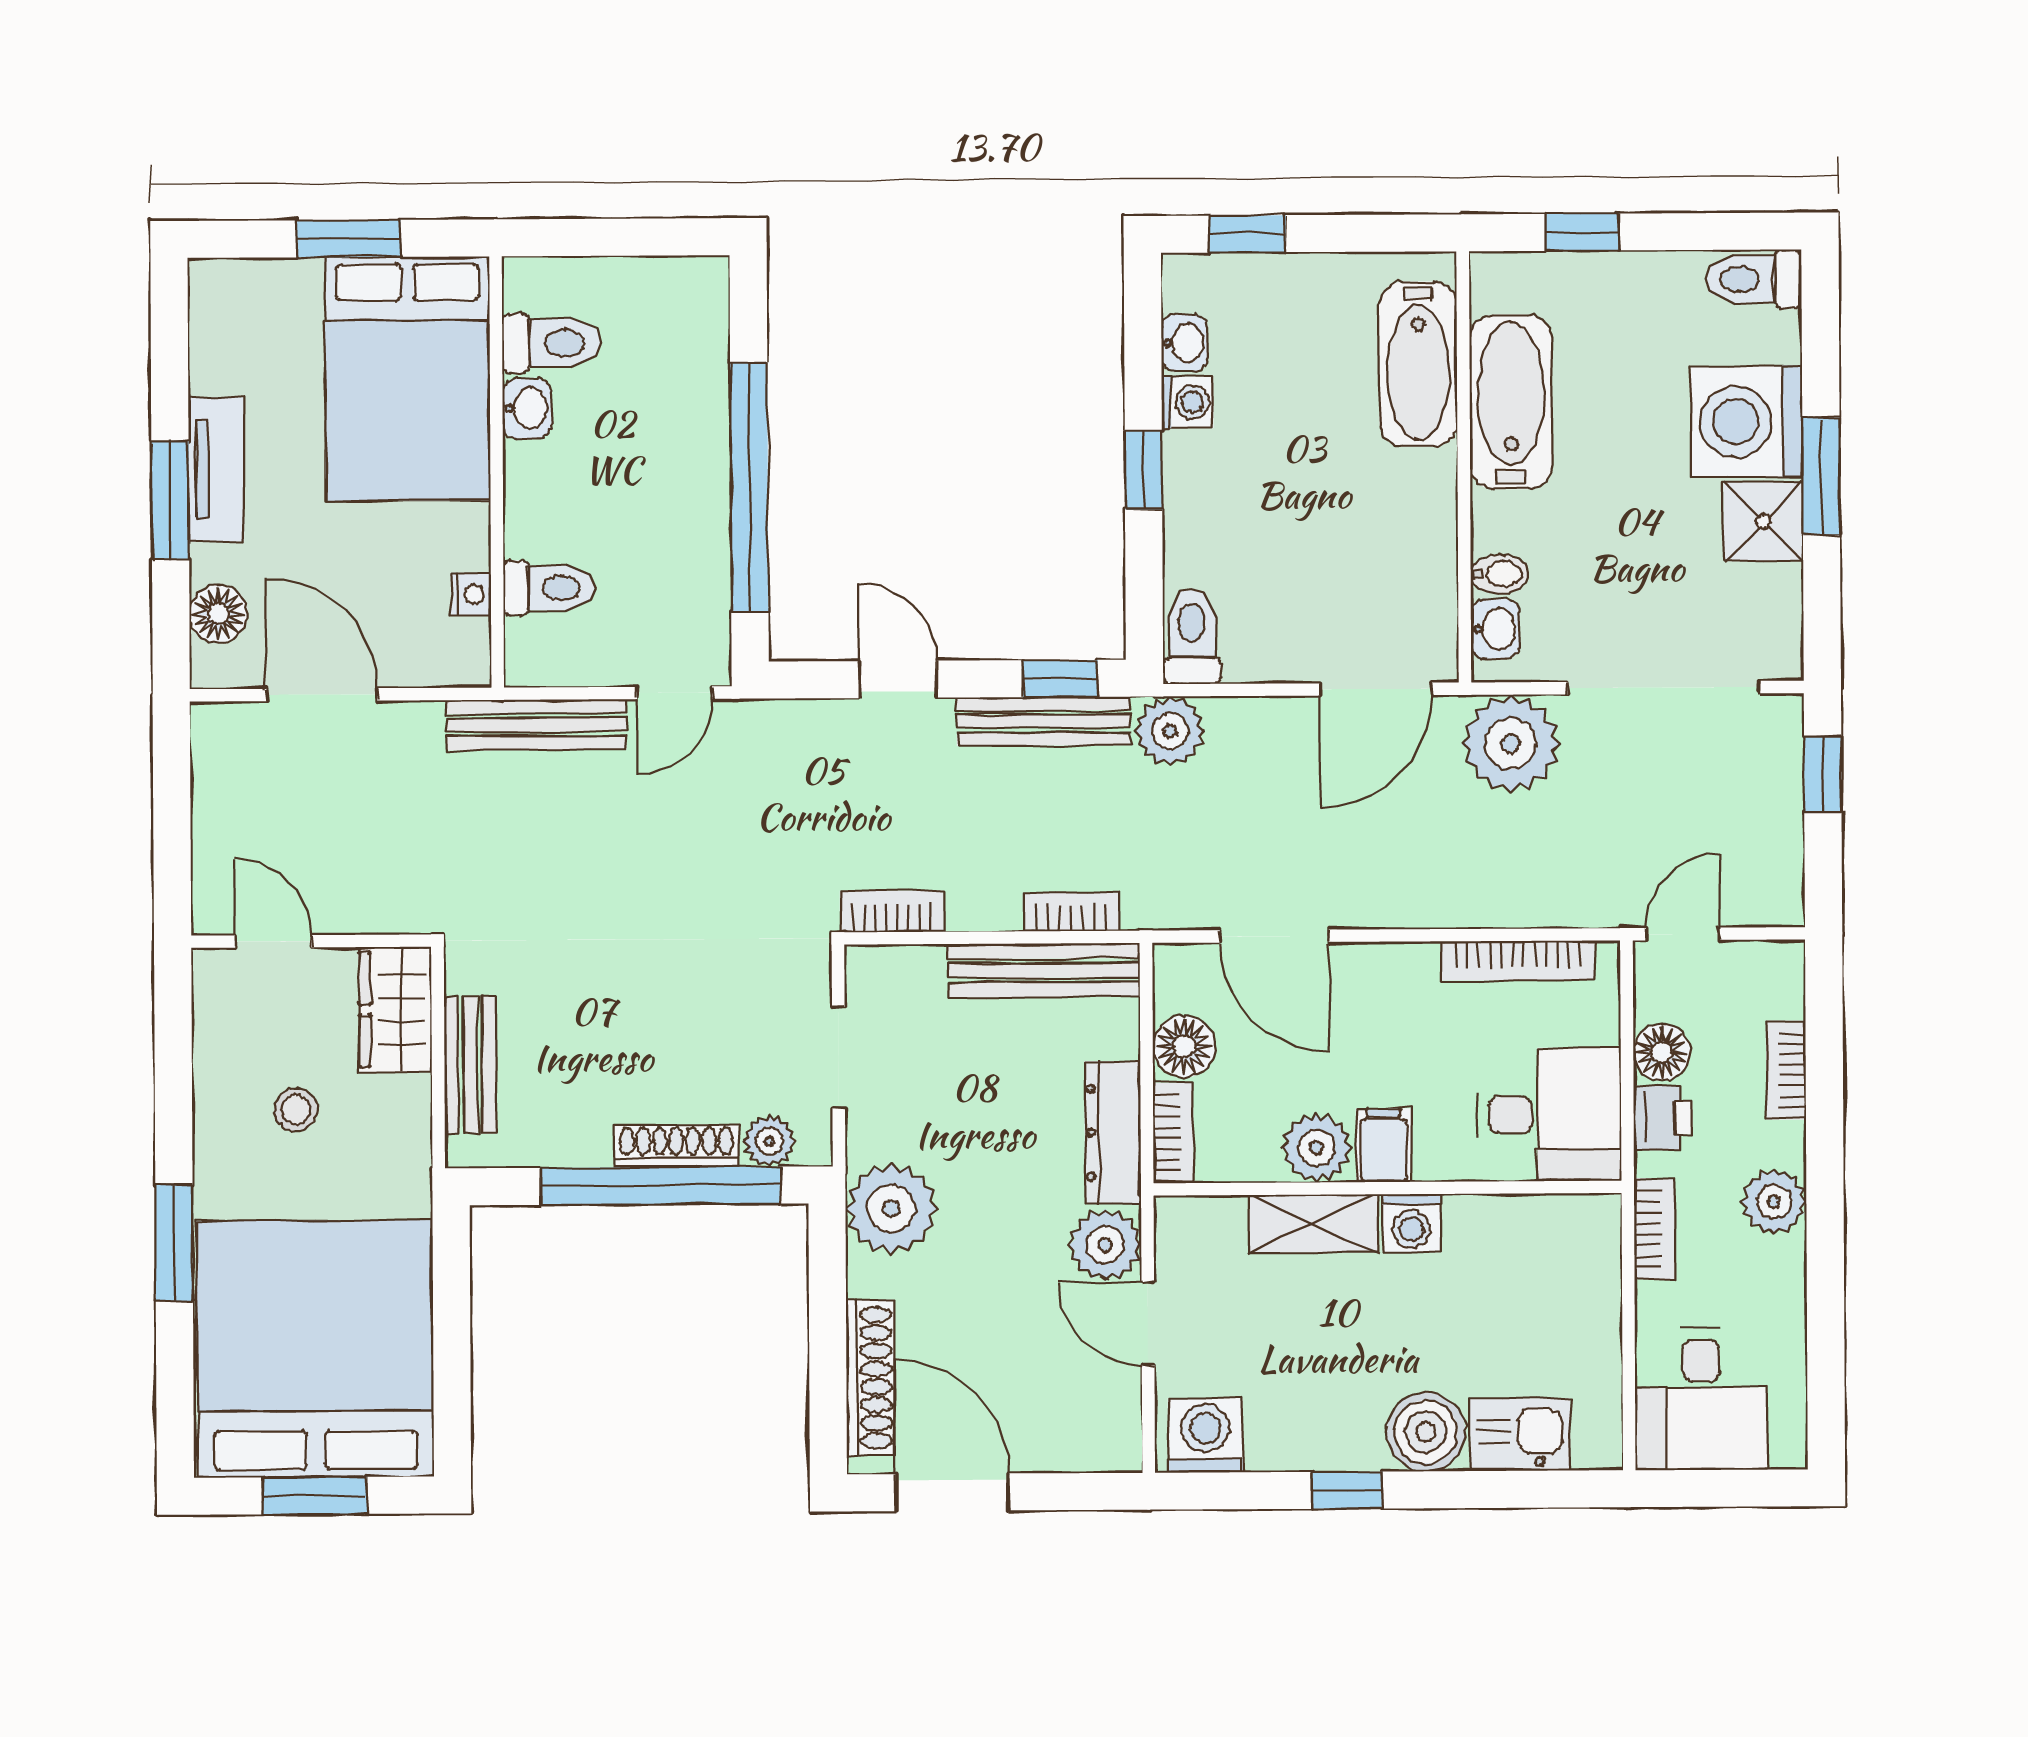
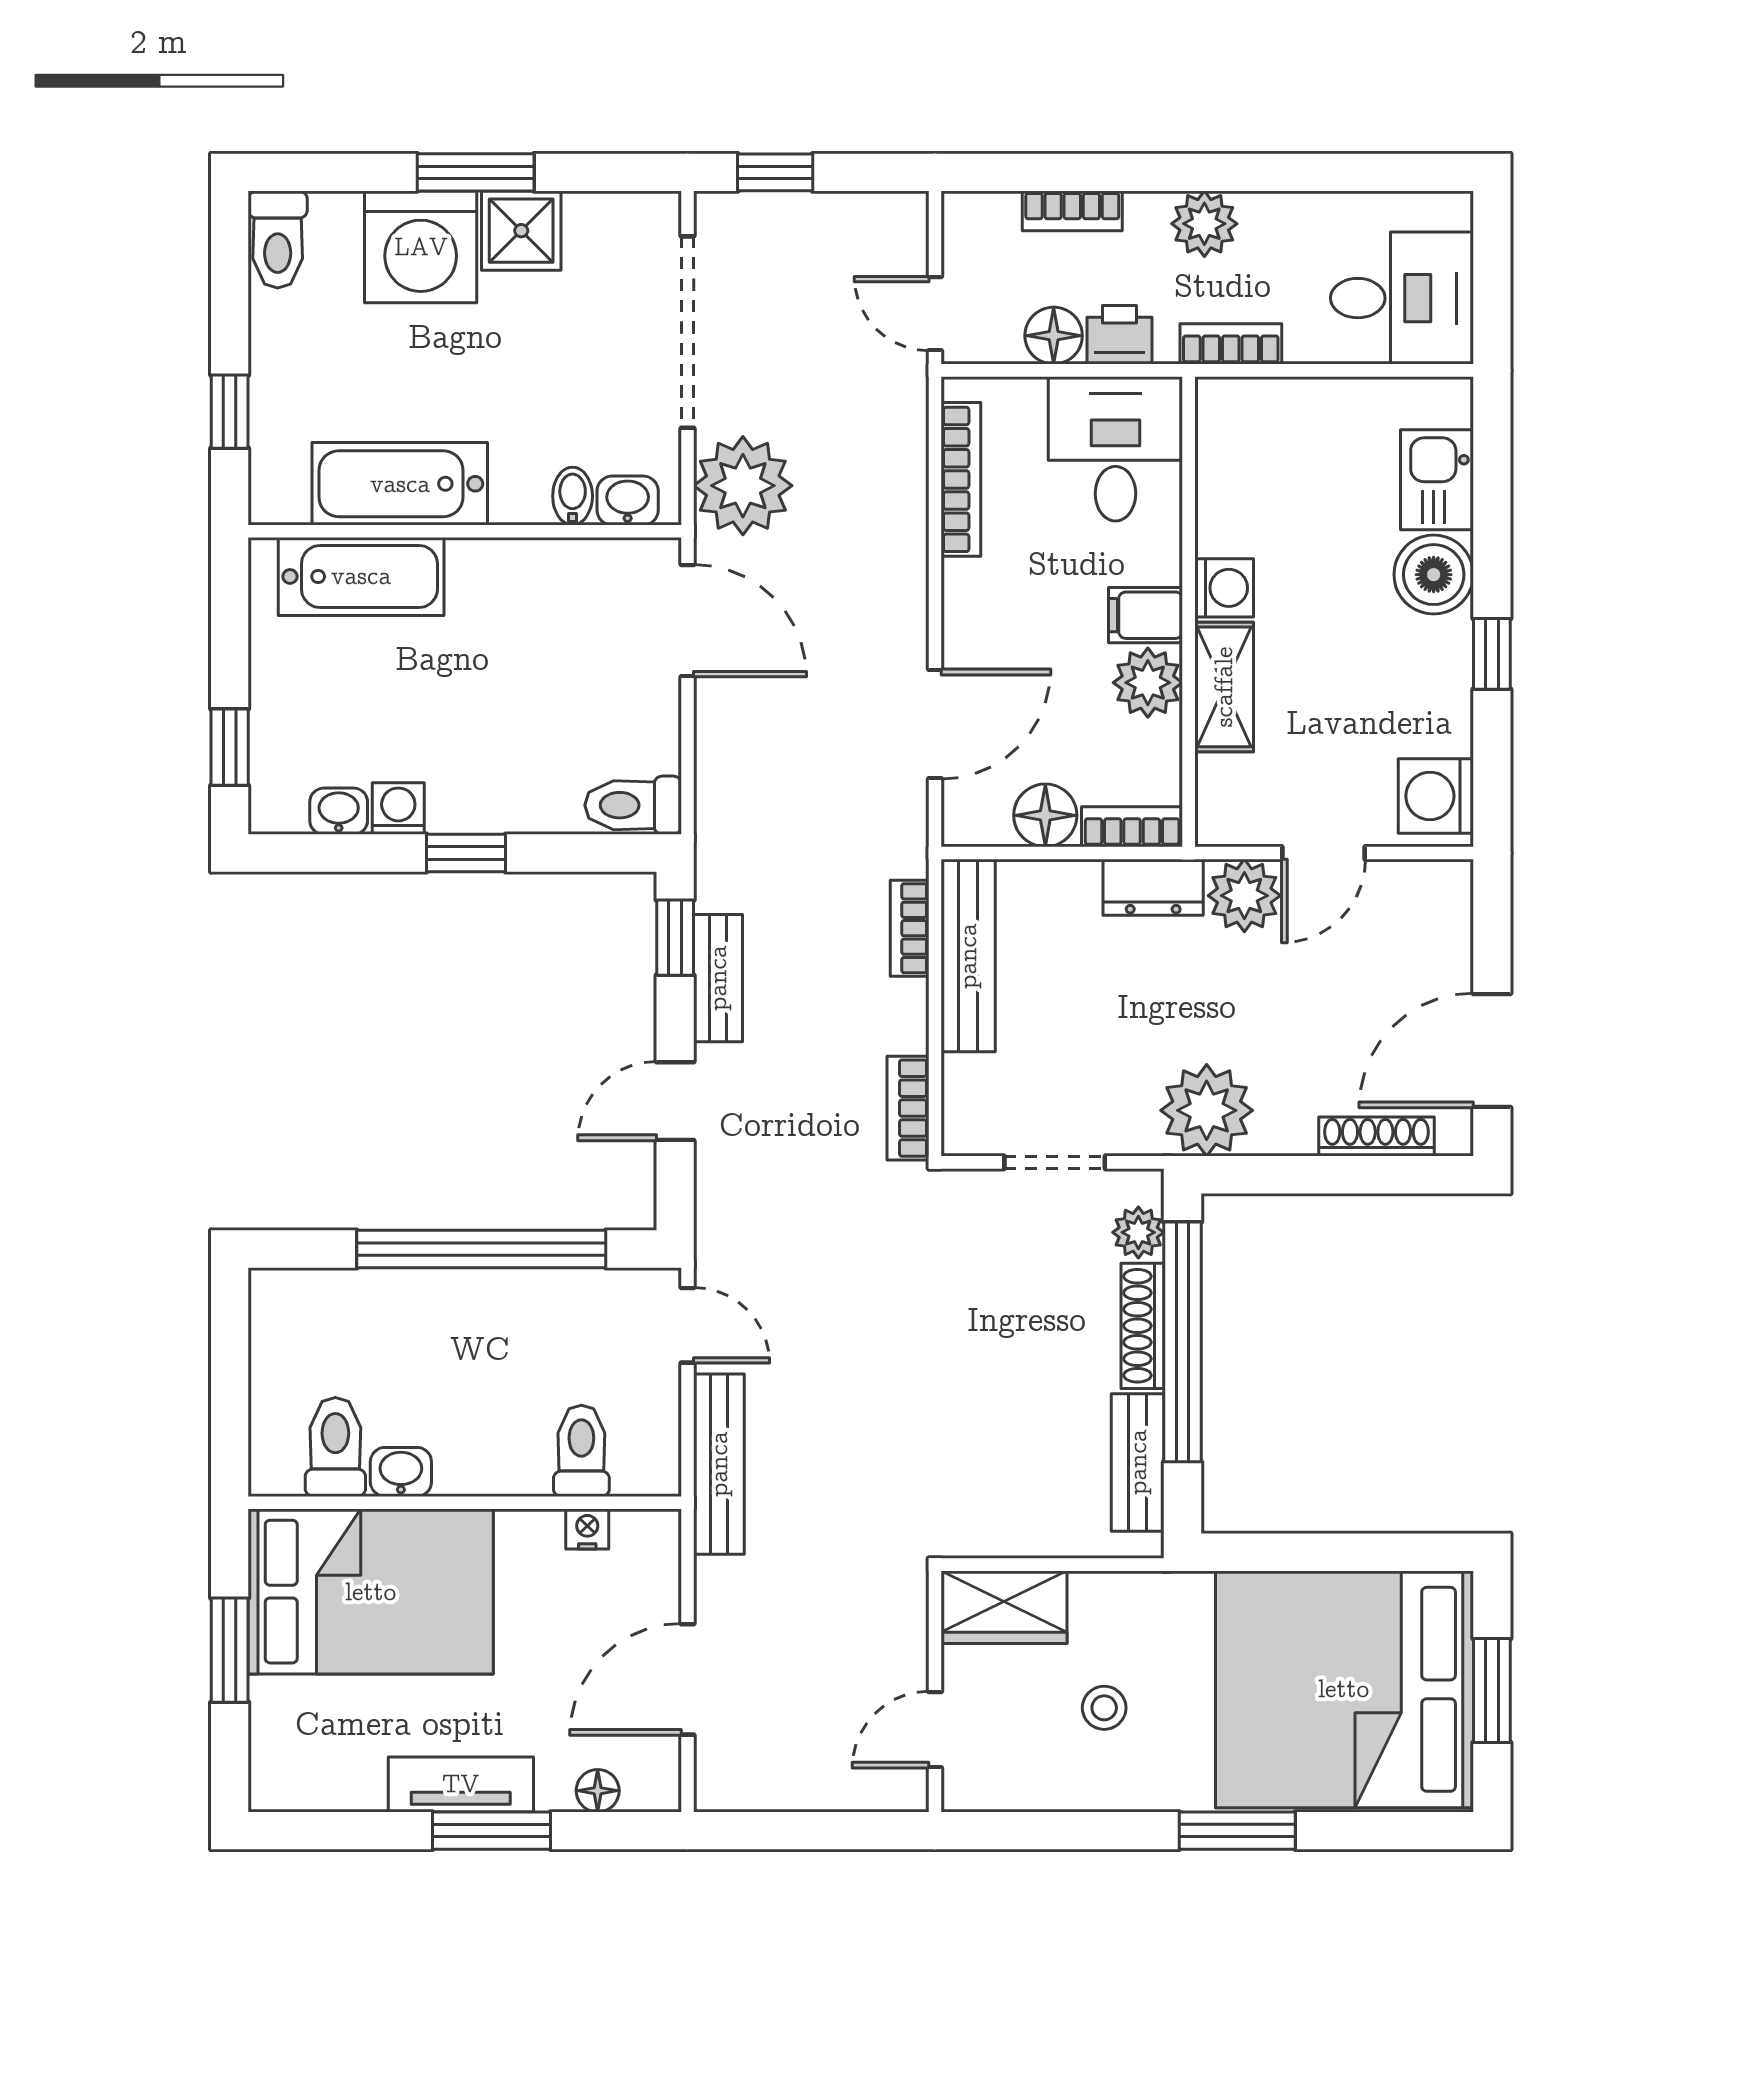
floor lamp: (219, 614) -> (598, 1791), width x0.73, depth x0.73
bench: (1043, 721) -> (718, 978), width x0.73
plant: (1170, 731) -> (728, 828), removed
bench: (470, 1065) -> (1138, 1462), moved, turned 90
dresser: (1113, 1132) -> (1153, 887), width x0.70
shoe rack: (870, 1378) -> (1377, 1137), width x0.74, depth x0.81

